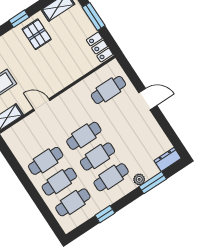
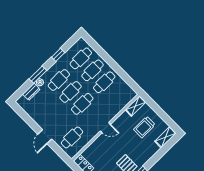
door: (148, 99) -> (45, 137), hinge flipped
door: (42, 105) -> (105, 128), moved
dresser: (168, 159) -> (31, 92), moved
window: (153, 183) -> (38, 75), moved

